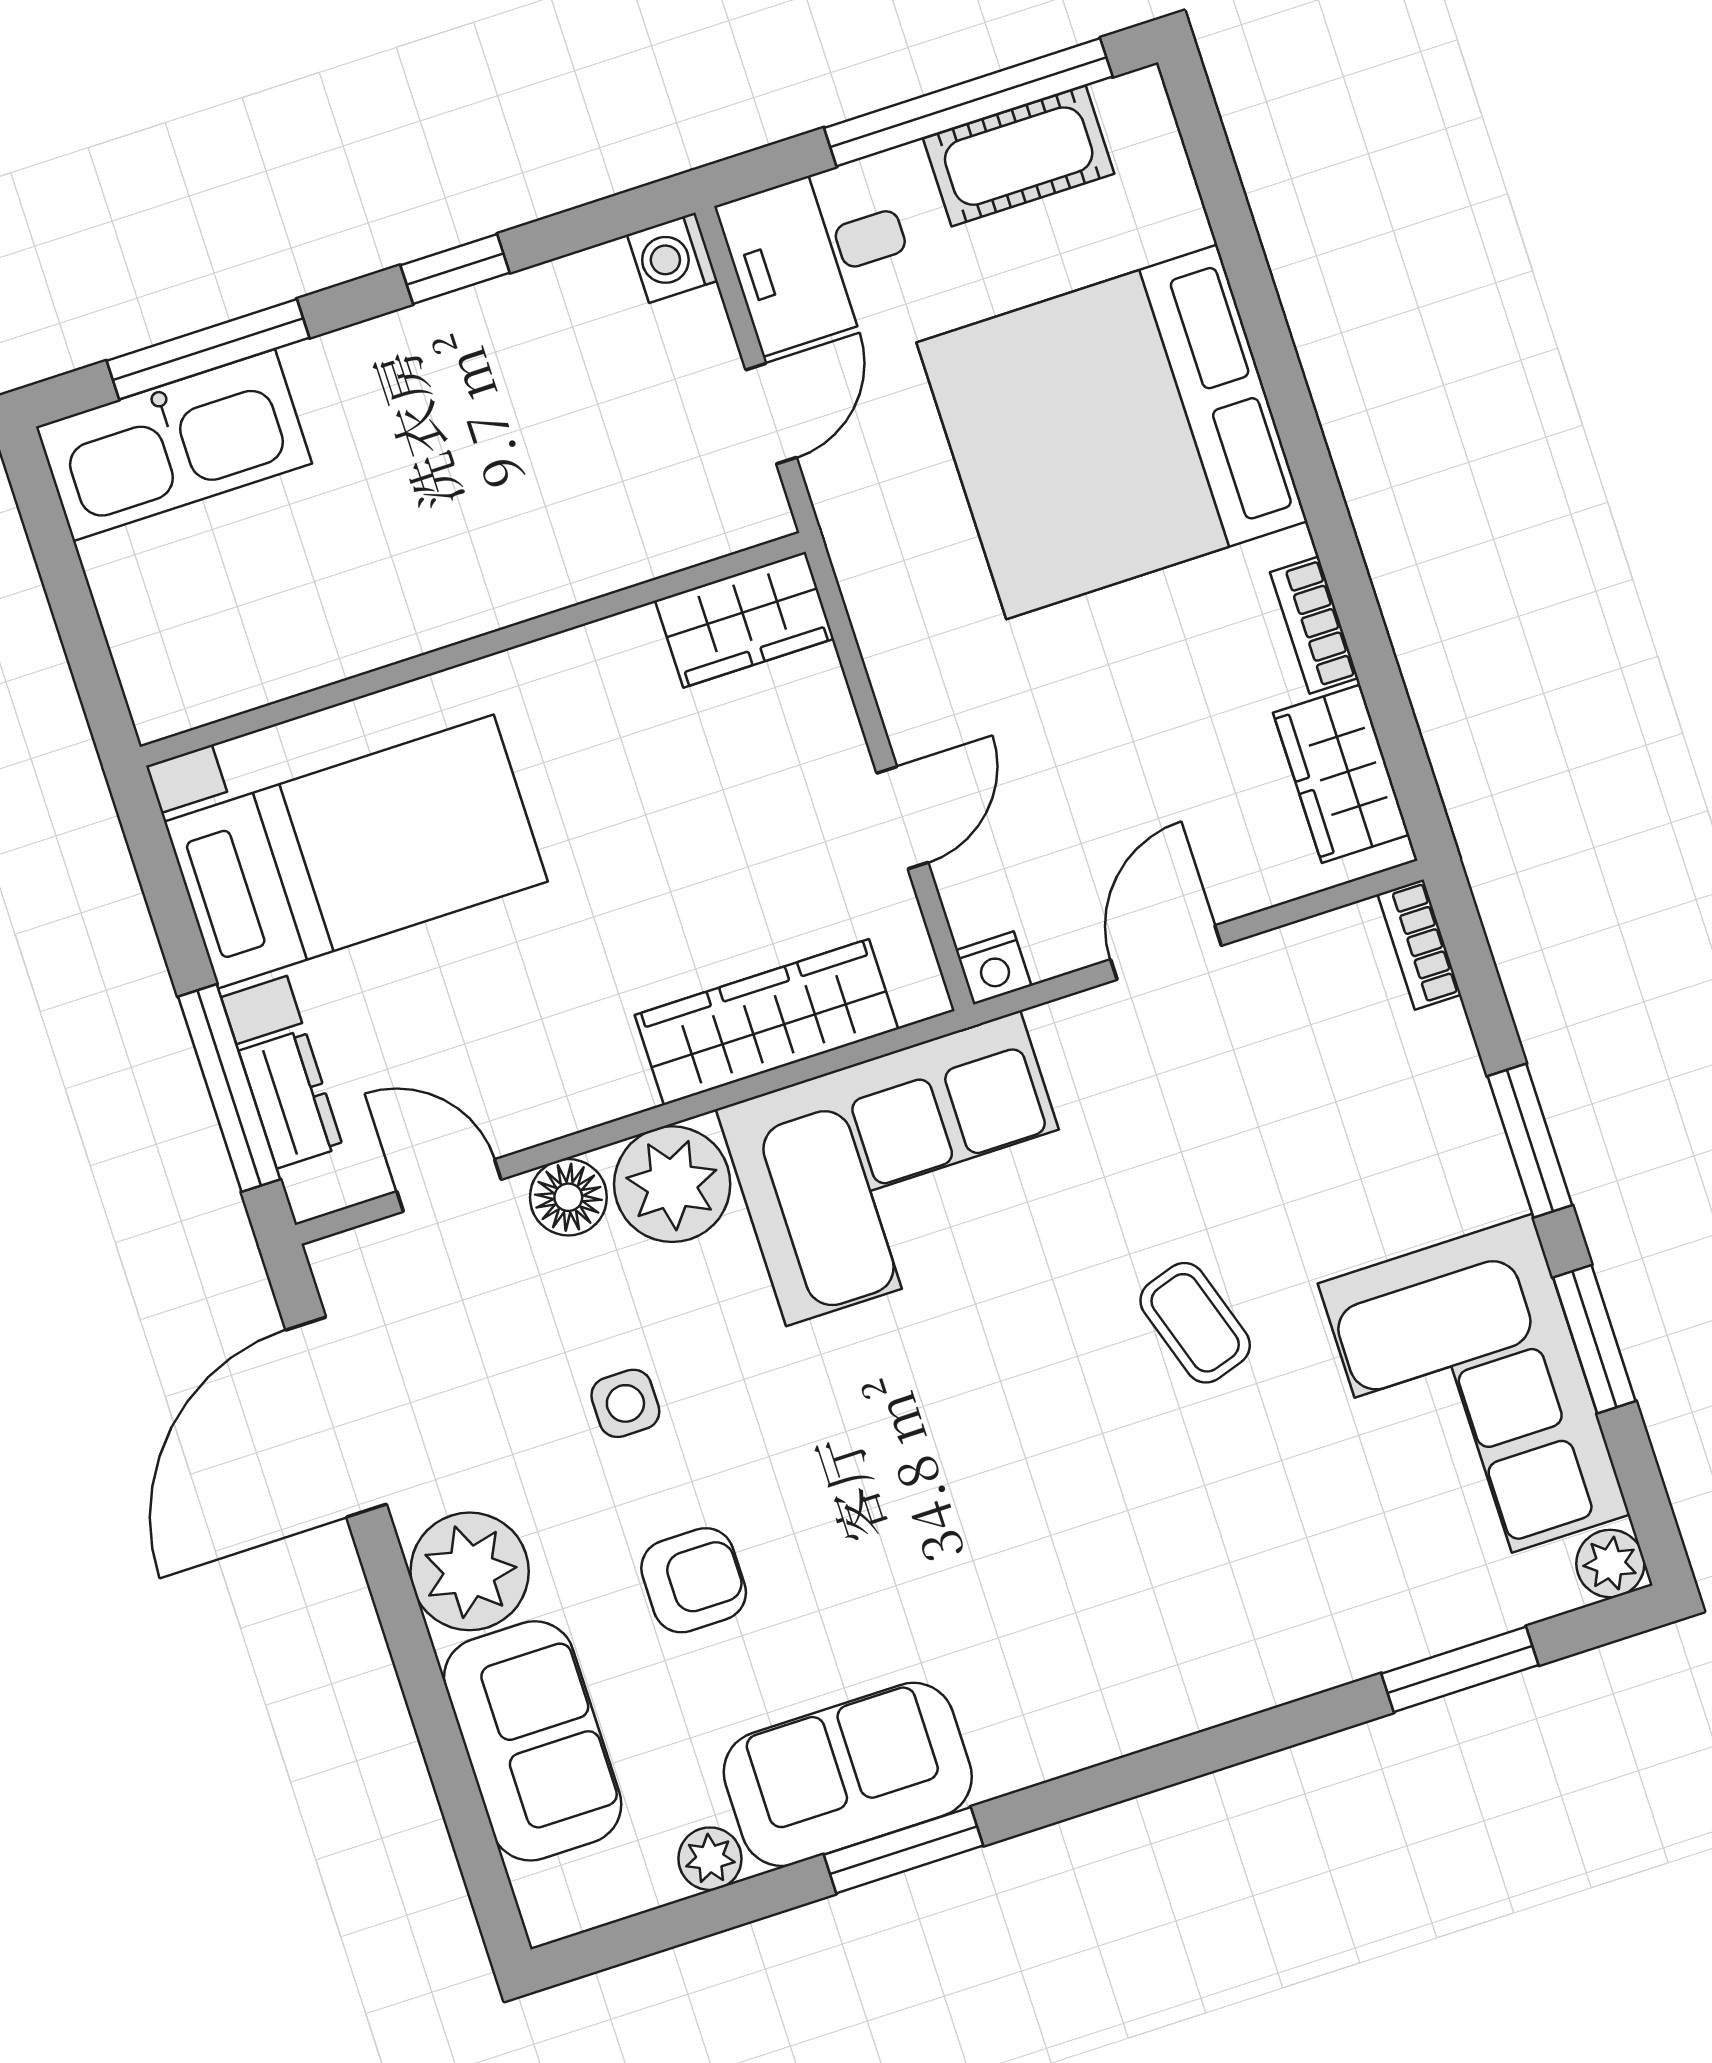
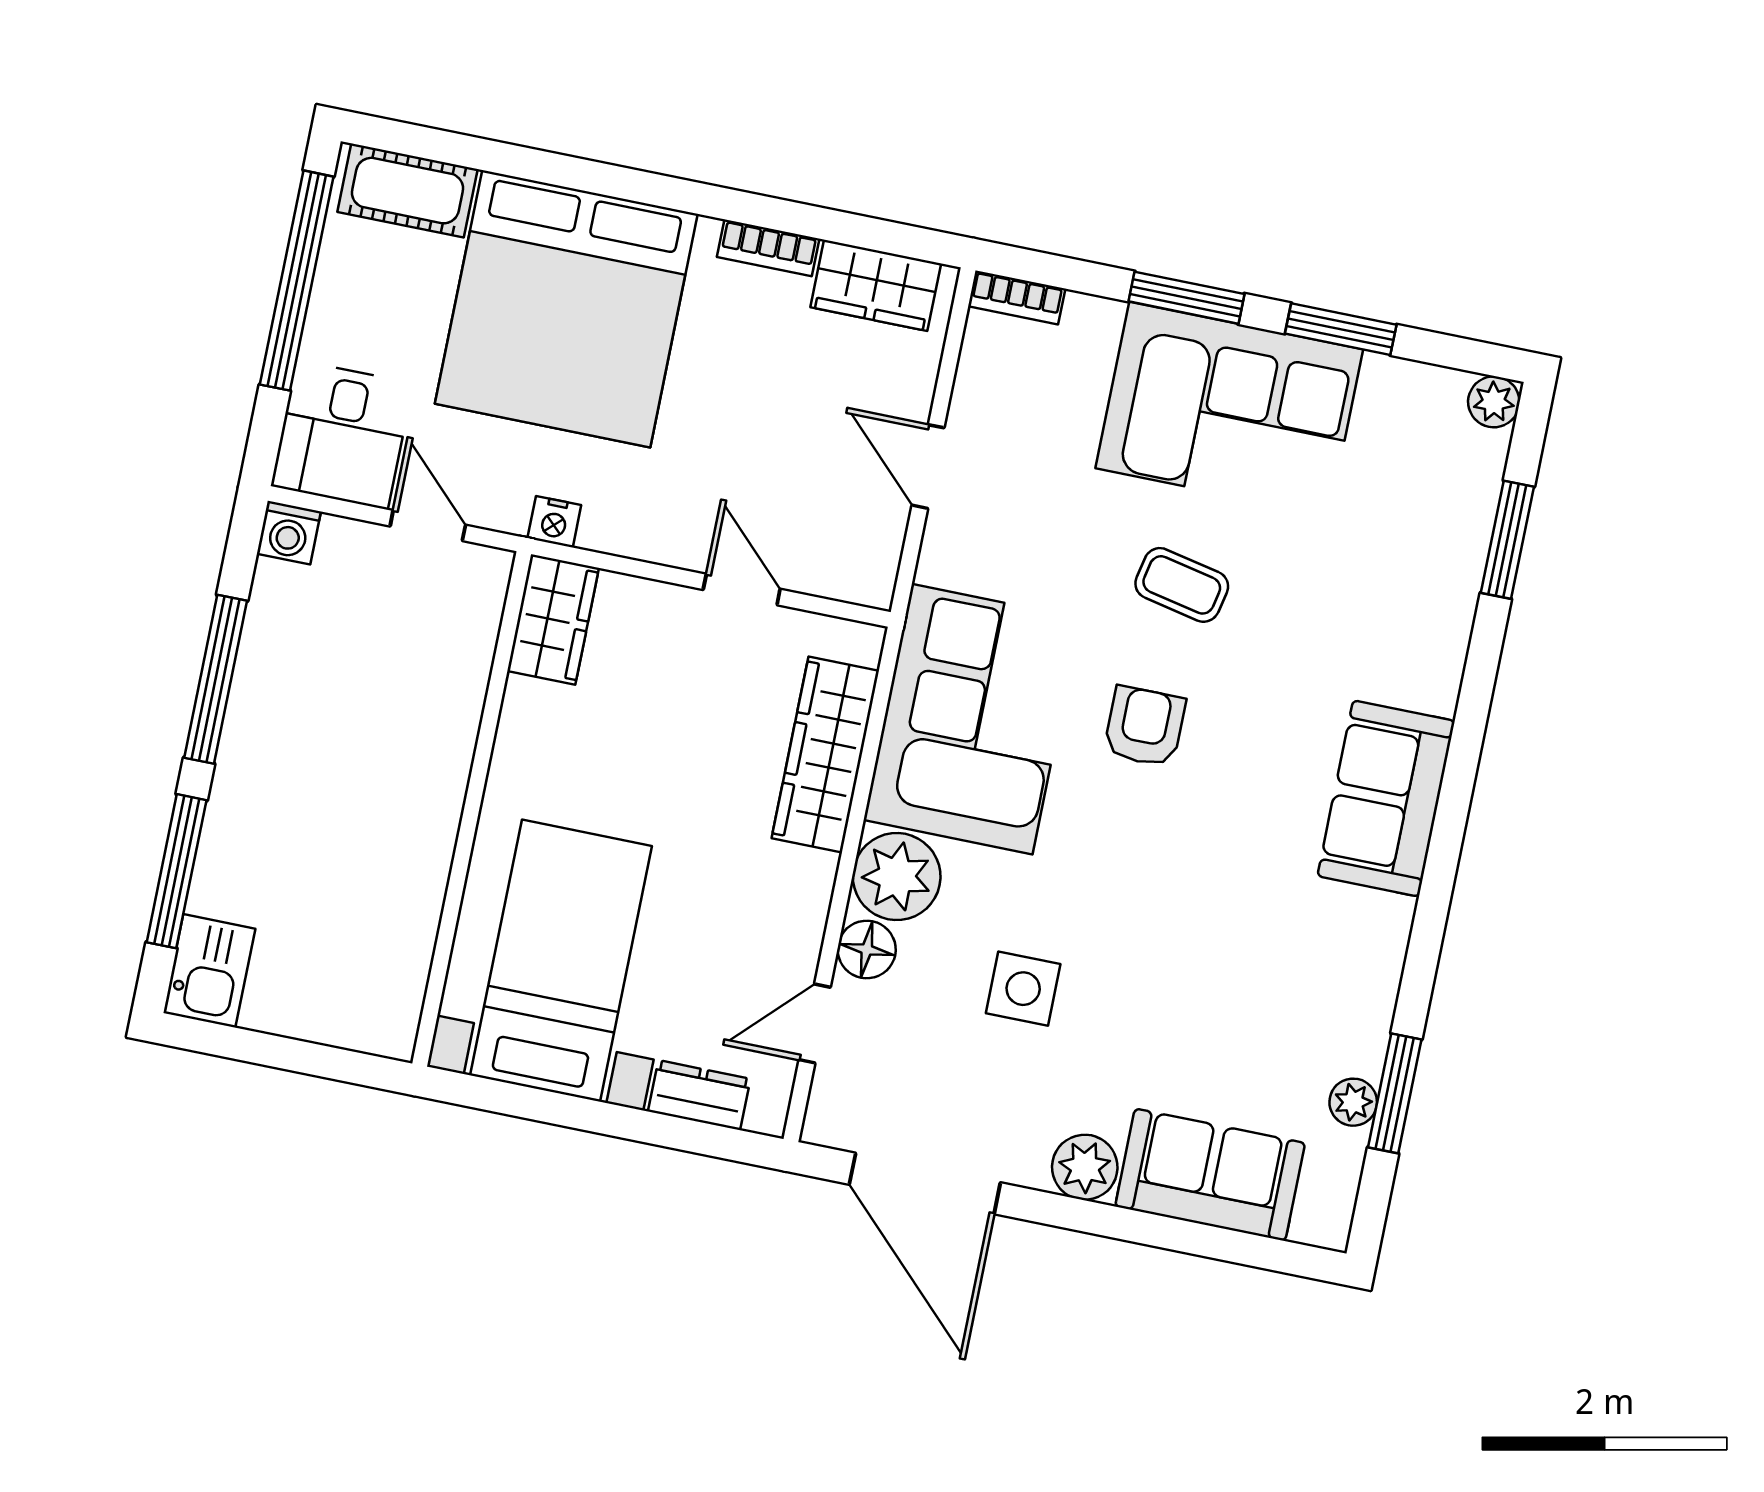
cot: (1019, 156) -> (408, 191), moved, turned 90
window: (455, 269) -> (216, 679), width x2.17
kitchen sink: (174, 445) -> (209, 971), width x0.53, depth x0.81
nightstand: (994, 968) -> (554, 522), moved, turned 90
window: (229, 1088) -> (669, 1132), removed
coffee table: (1195, 1323) -> (1182, 585), turned 30
corner sofa: (1474, 1399) -> (1229, 409), moved
side table: (625, 1403) -> (1023, 989), width x1.37, depth x1.37
plant: (470, 1571) -> (1085, 1167), width x0.73, depth x0.73
armchair: (694, 1580) -> (1145, 726), moved
sofa: (848, 1774) -> (1386, 798), moved
window: (903, 1850) -> (1395, 1093), moved

